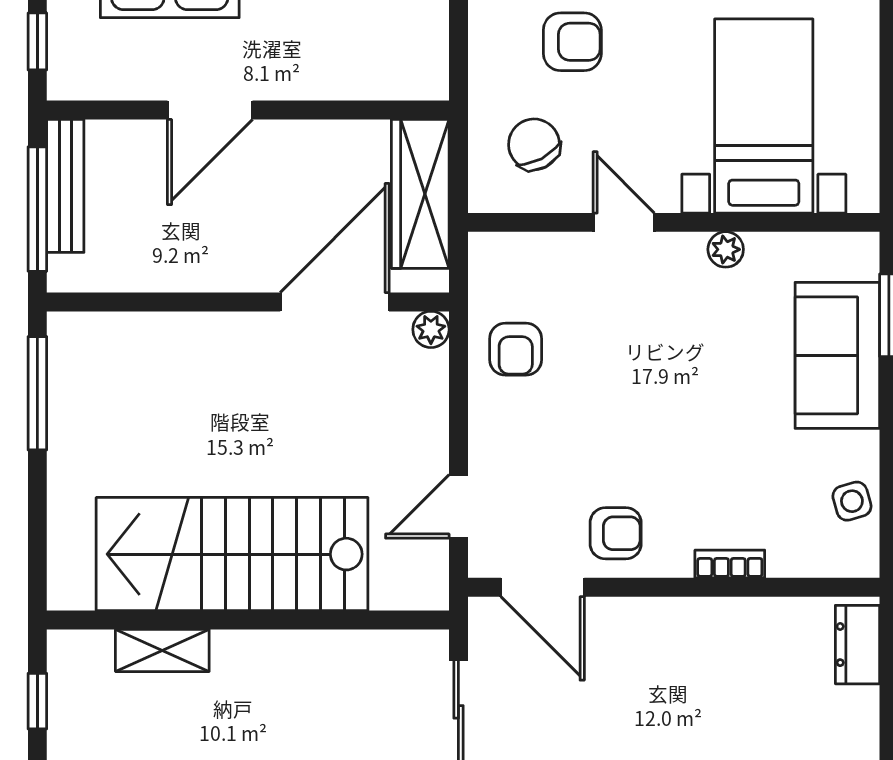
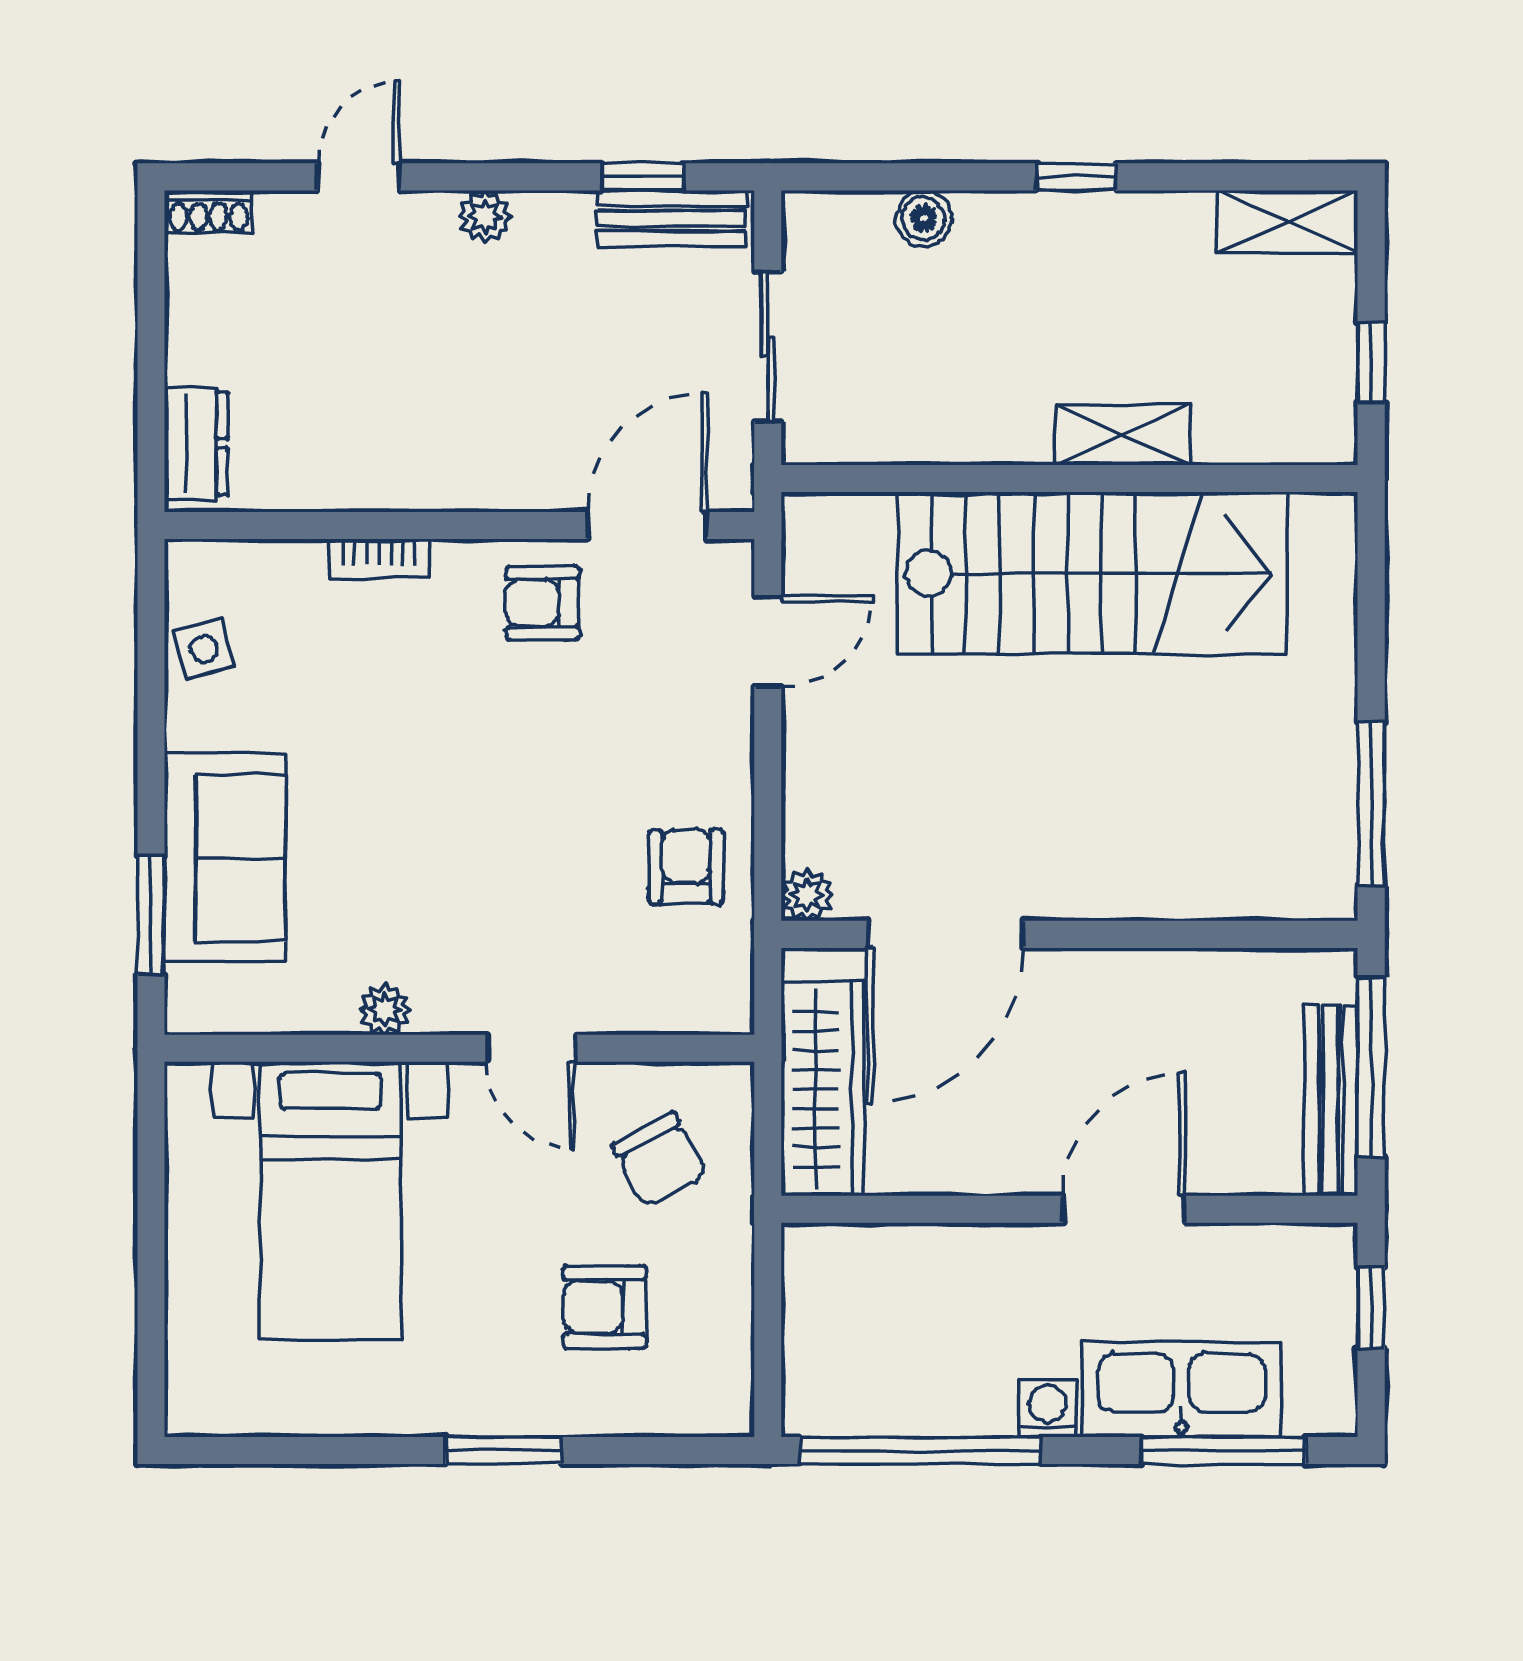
door: (543, 587) -> (647, 525), hinge flipped
shelving: (162, 651) -> (1123, 435), moved

